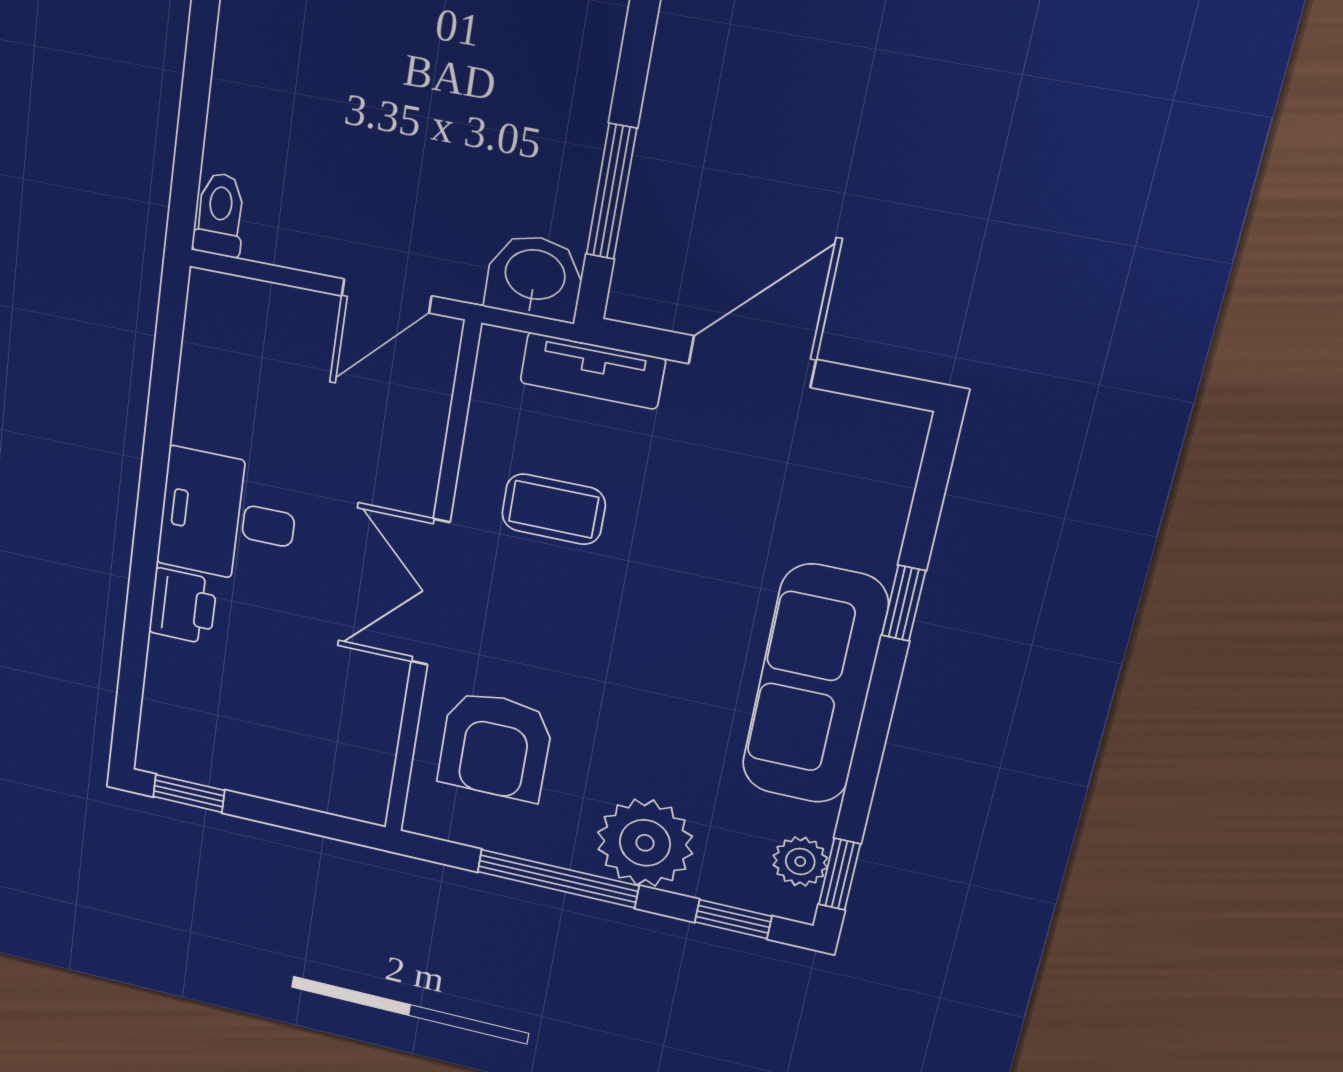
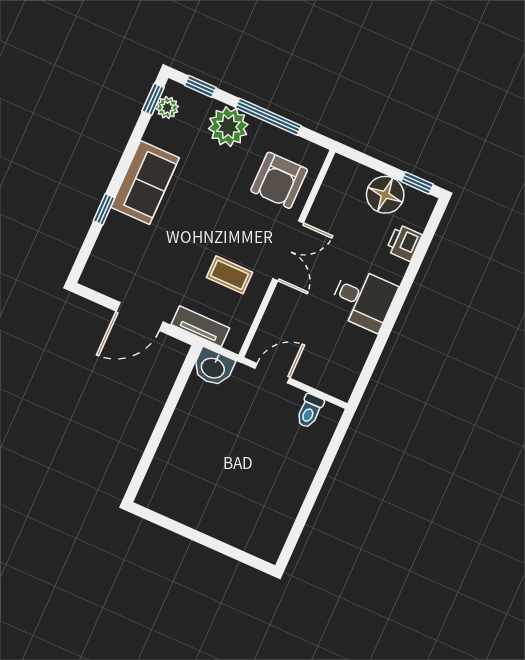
window: (611, 192) -> (176, 392), removed
toilet: (220, 215) -> (310, 411), moved
printer: (183, 606) -> (404, 243), moved
sofa: (815, 685) -> (145, 182), width x0.73
armchair: (495, 746) -> (279, 180), turned 180
floor lamp: (250, 756) -> (385, 195), added

